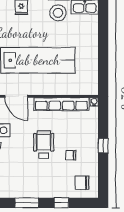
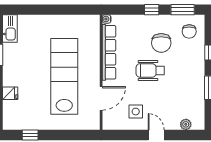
stool: (58, 13) -> (16, 56), removed
chair: (71, 155) -> (161, 43), width x1.87, depth x1.87
window: (103, 176) -> (183, 10), added

